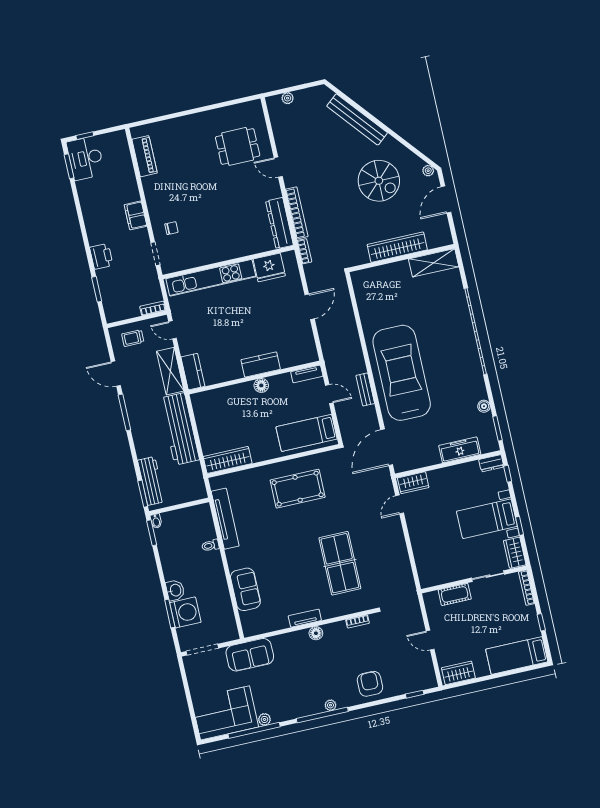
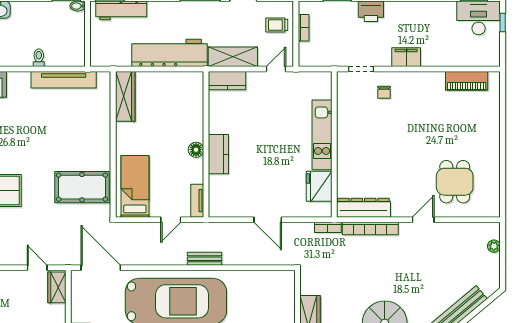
kitchen unit: (211, 278) -> (322, 135), width x0.73
bookcase: (153, 308) -> (304, 28), moved
trolley: (133, 338) -> (277, 25), turned -90
bench: (365, 389) -> (204, 259), moved
pool table: (298, 489) -> (82, 187), moved, turned 90

